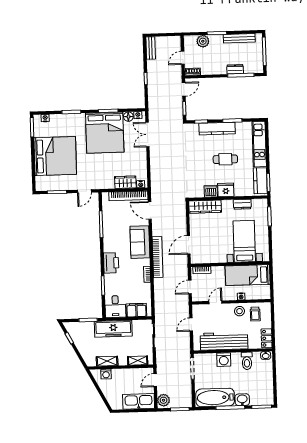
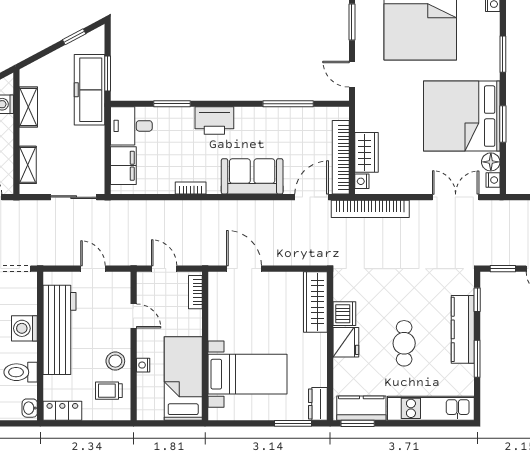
dresser: (242, 204) -> (318, 404), moved
bookcase: (158, 257) -> (370, 209), moved
freezer: (113, 329) -> (90, 90), moved

